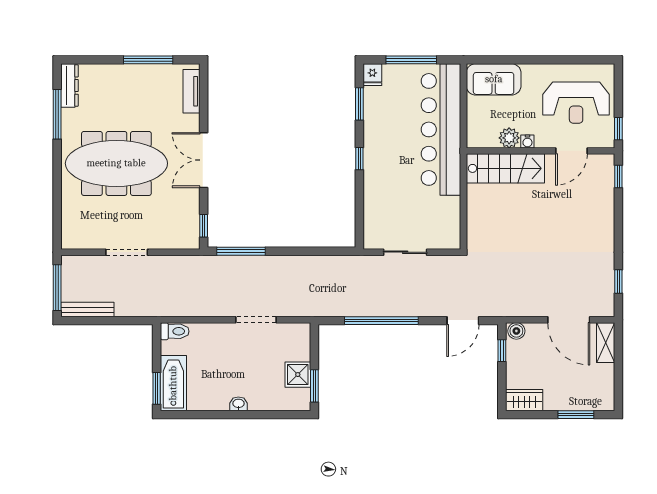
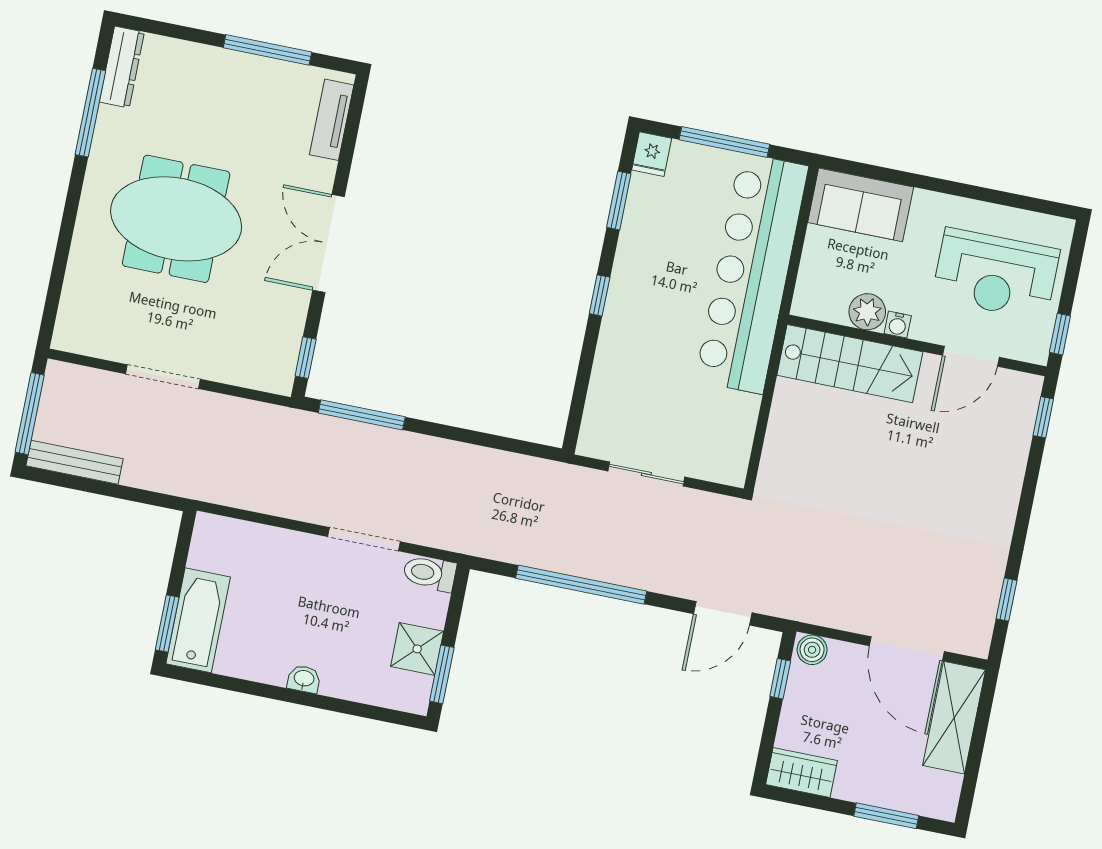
meeting table: (116, 163) -> (176, 219), width x0.73
toilet: (175, 331) -> (430, 573), moved, turned 180
shelving: (606, 343) -> (954, 718), width x1.50, depth x1.33

